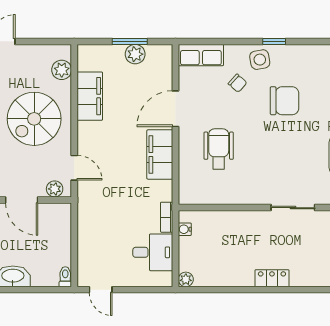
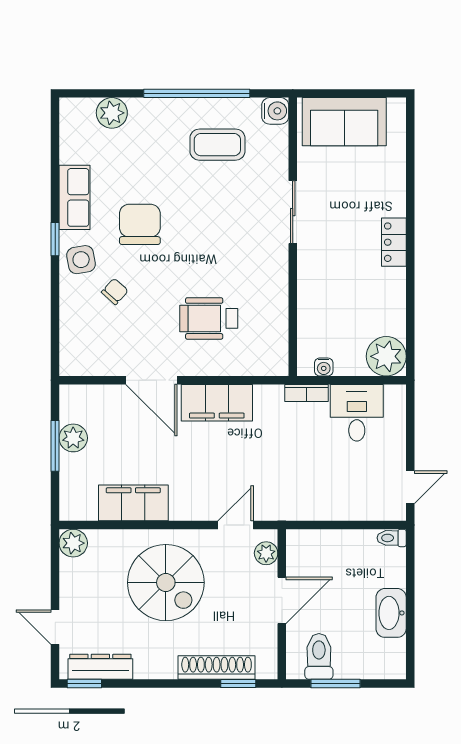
row of seats: (201, 55) -> (75, 197), moved
plant: (62, 70) -> (73, 543), moved
plant: (186, 279) -> (386, 356), width x1.88, depth x1.88

